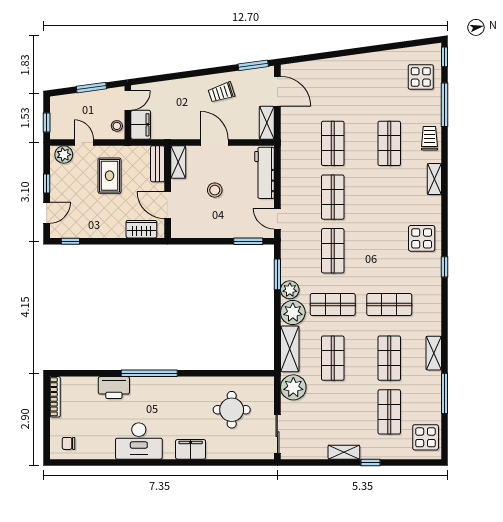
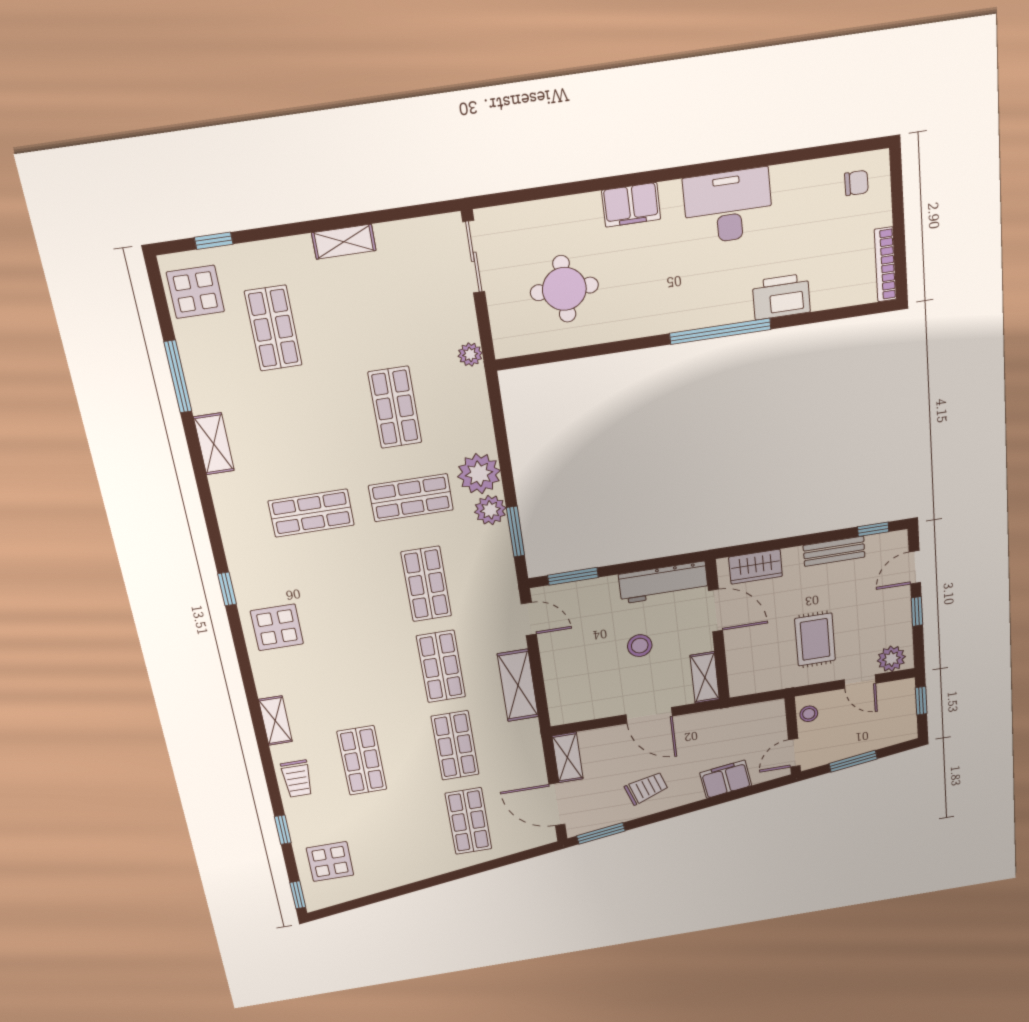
window: (445, 105) -> (283, 830), width x0.46
filing cabinet: (141, 125) -> (726, 779), moved, turned 82
bench: (158, 164) -> (834, 551), moved, turned 90
workbench: (265, 173) -> (663, 582), moved, turned 90
shelving: (290, 349) -> (518, 685), moved
shop shelf: (389, 358) -> (469, 821), moved
plant: (293, 387) -> (470, 354), width x0.53, depth x0.53
window: (371, 462) -> (214, 241), moved

